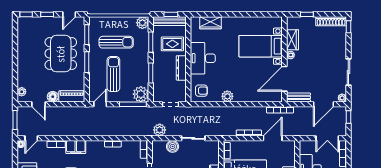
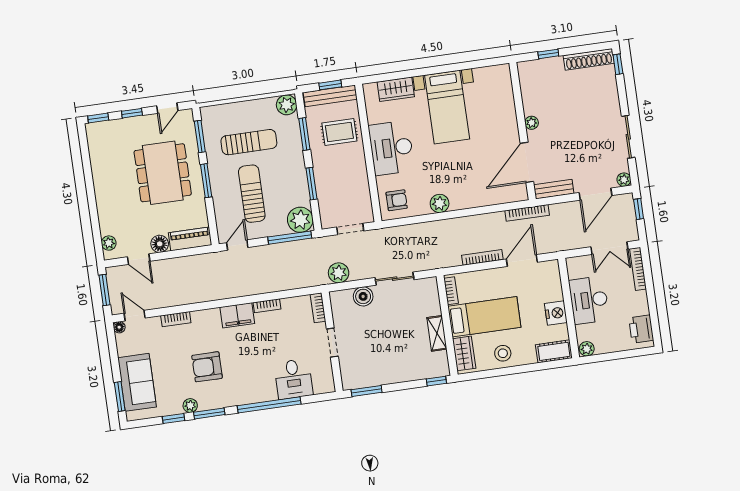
wardrobe: (292, 40) -> (531, 98), removed
bed with nightstands: (261, 46) -> (447, 107), moved, turned -90
dresser: (181, 68) -> (359, 168), removed
door: (31, 138) -> (135, 316), swing flipped
filing cabinet: (76, 147) -> (237, 315), moved

